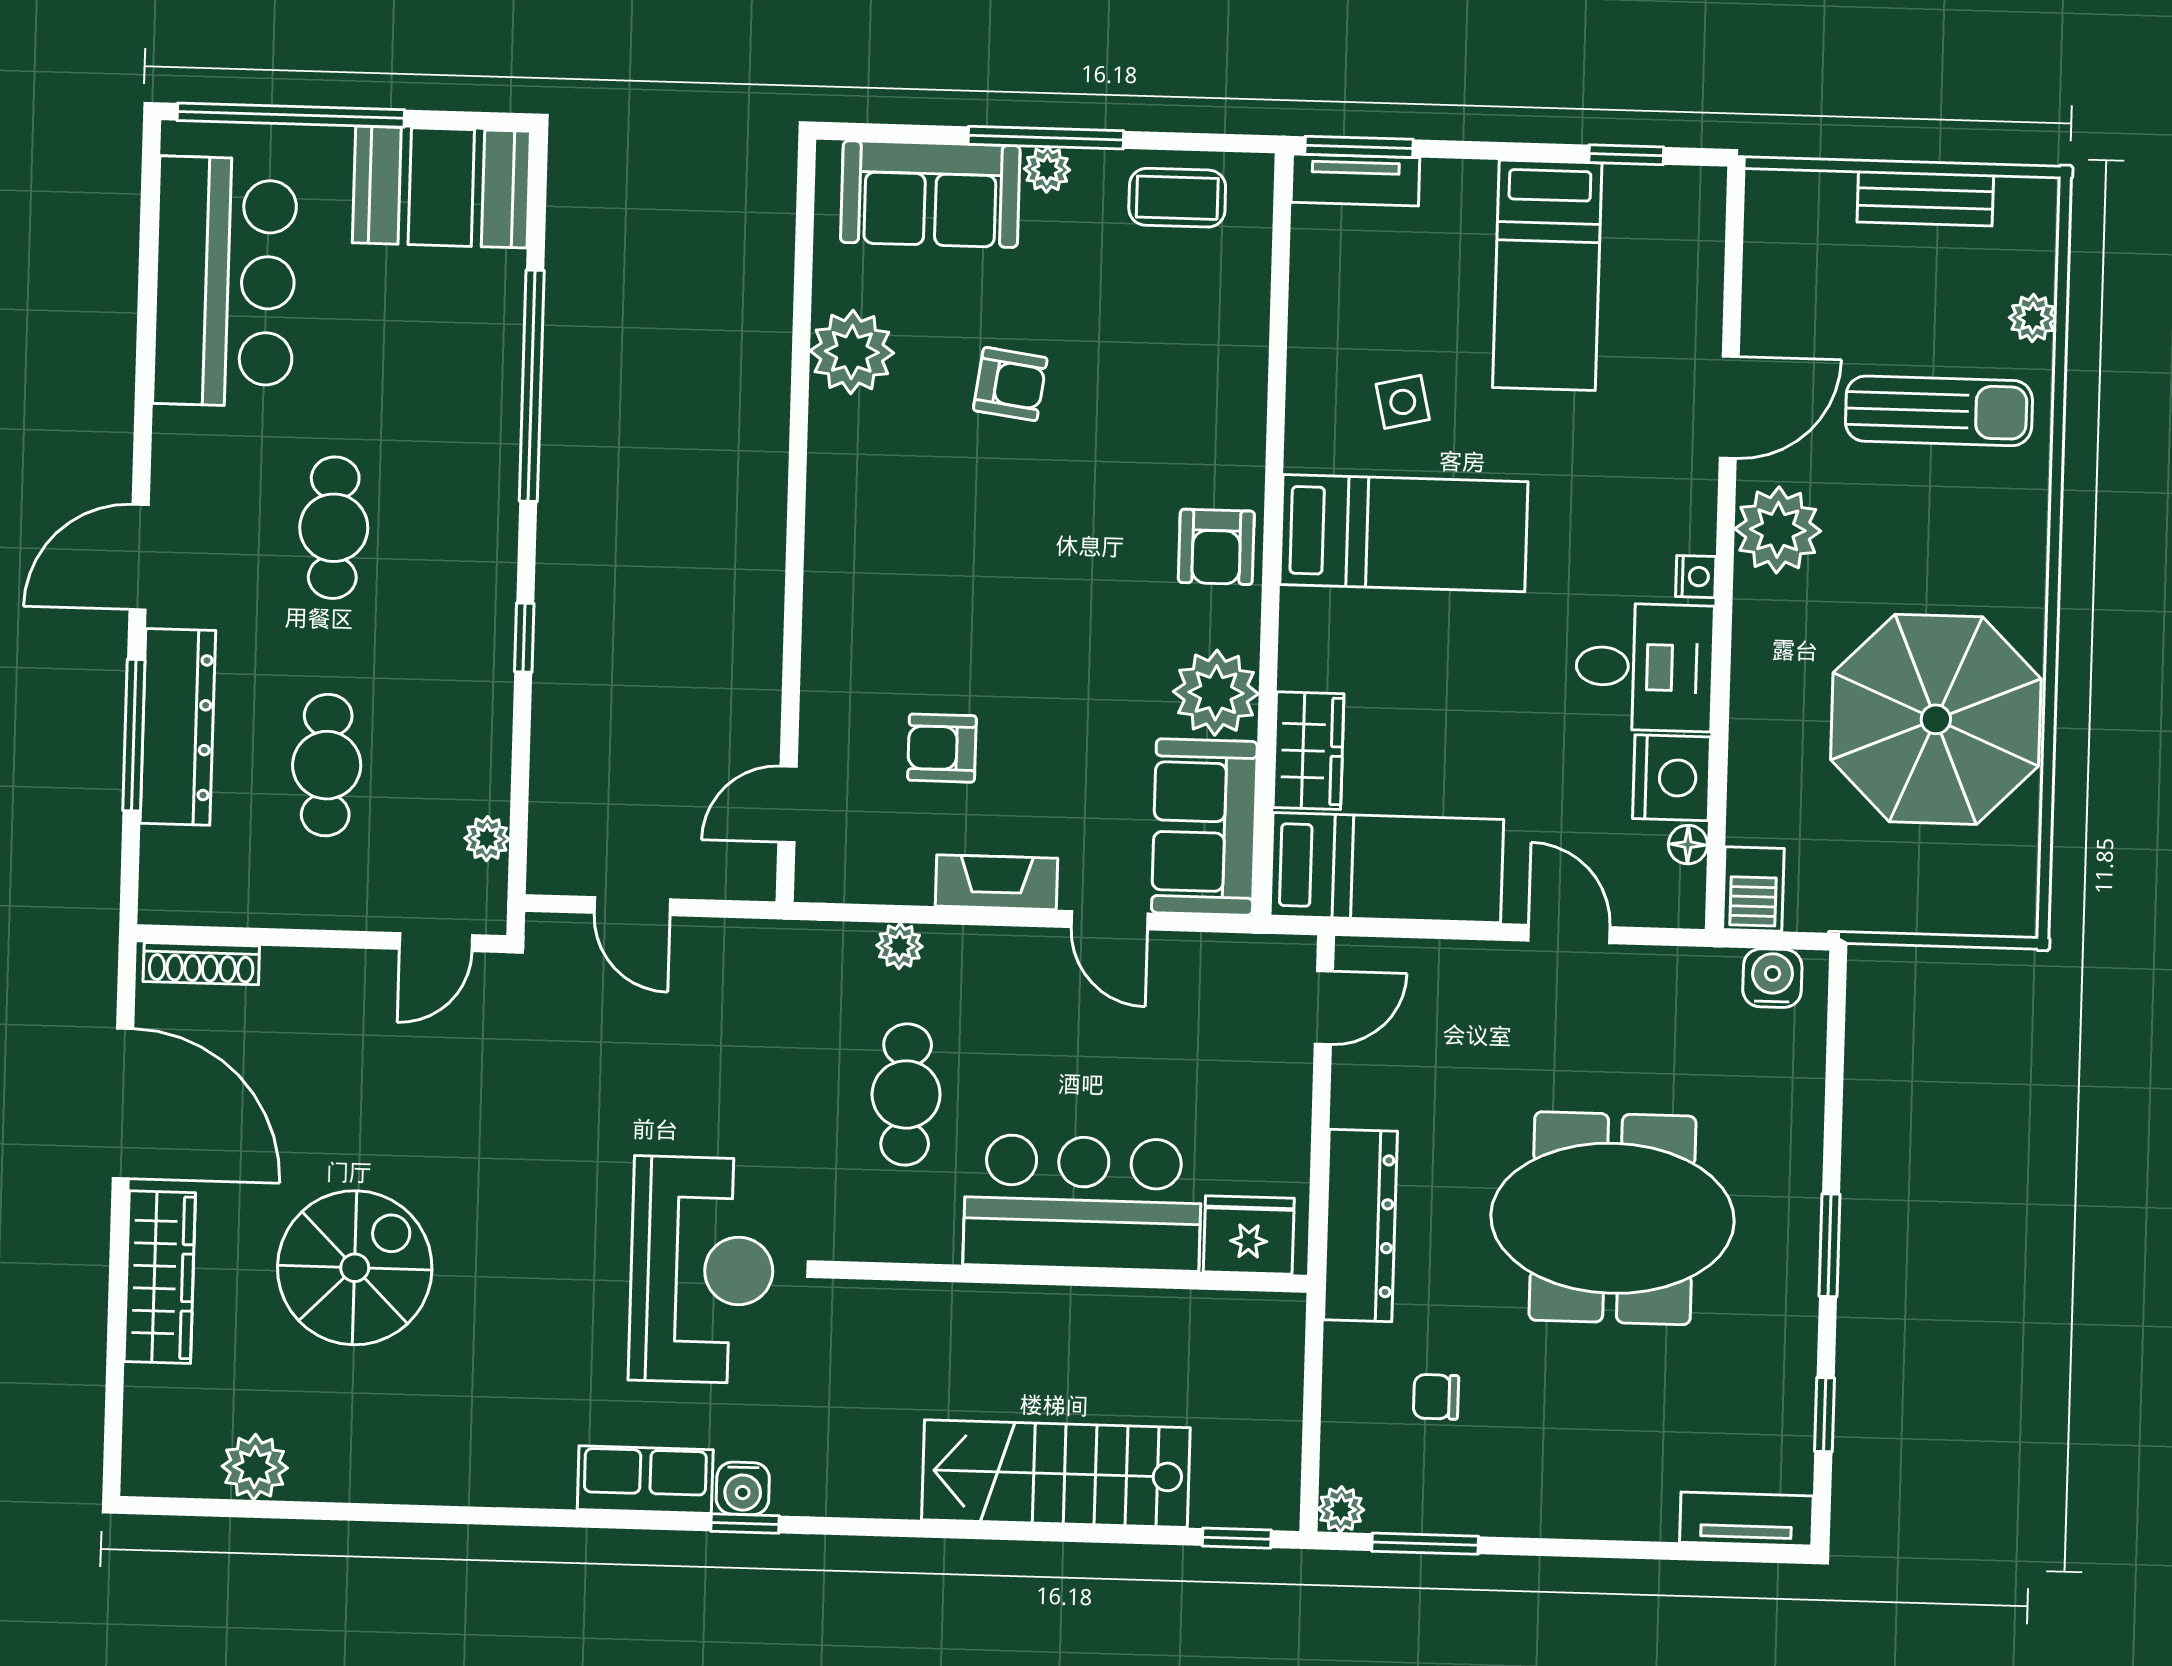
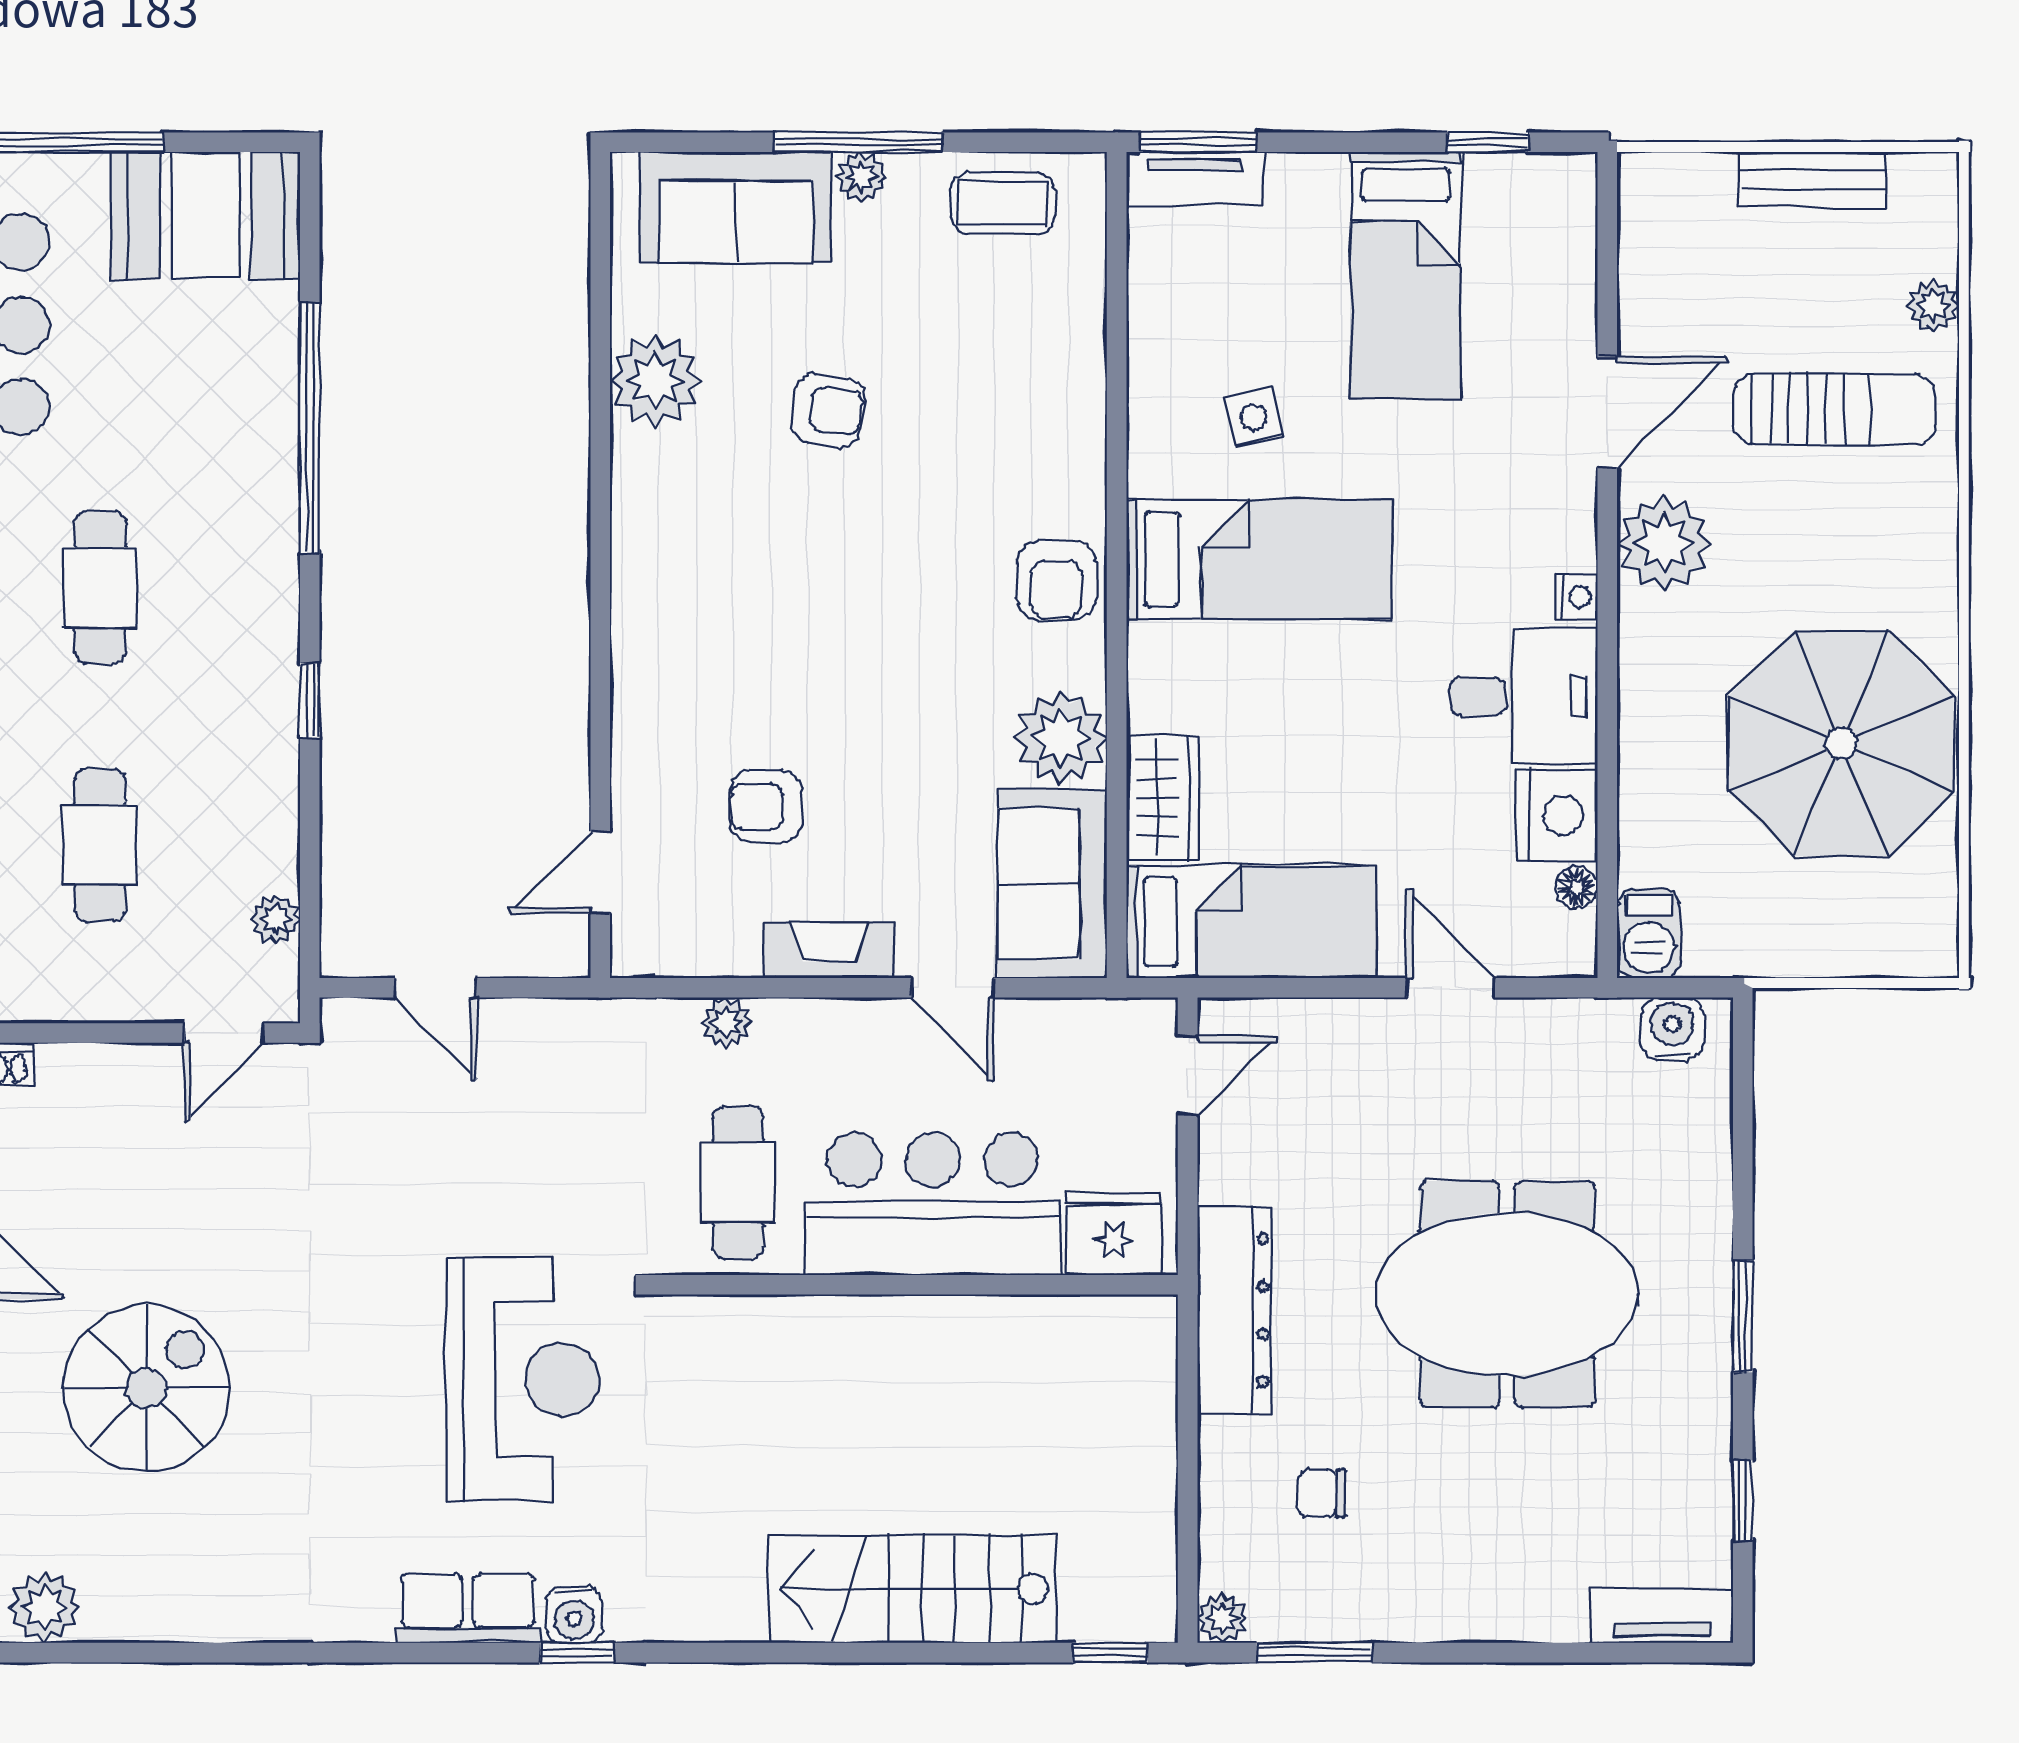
bar counter: (1083, 1203) -> (933, 1204), moved
fridge: (1249, 1235) -> (1114, 1234), moved
wall: (1066, 1277) -> (917, 1285), moved

